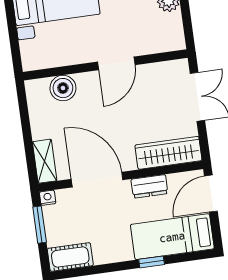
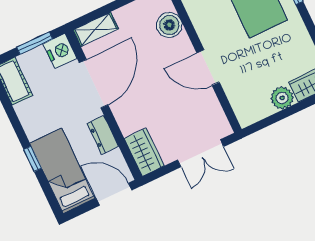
wardrobe: (168, 153) -> (144, 152), width x0.67
nightstand: (48, 198) -> (60, 51), width x1.89, depth x1.79

